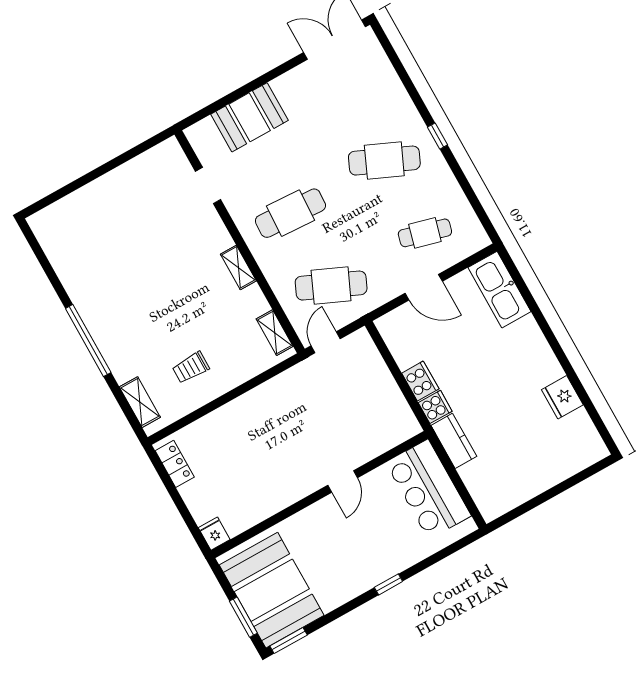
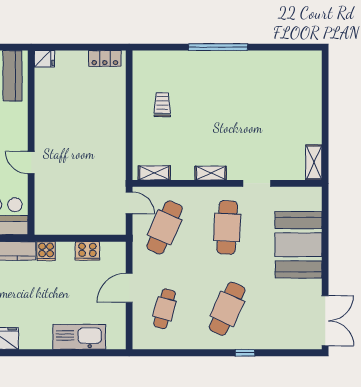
booth: (250, 117) -> (298, 245), width x1.36, depth x1.42
window: (438, 136) -> (245, 353), moved
doorway: (208, 186) -> (257, 183), moved
kitchen sink: (499, 290) -> (79, 337), moved
cooker: (420, 381) -> (87, 251), moved
shelving: (140, 402) -> (314, 162), moved, turned 90

